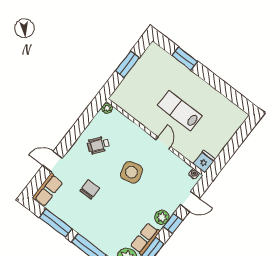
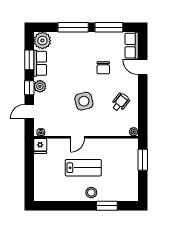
window: (127, 64) -> (143, 160), moved
stool: (190, 82) -> (91, 193), added
door: (163, 143) -> (77, 137), hinge flipped
door: (52, 162) -> (143, 67), swing flipped

